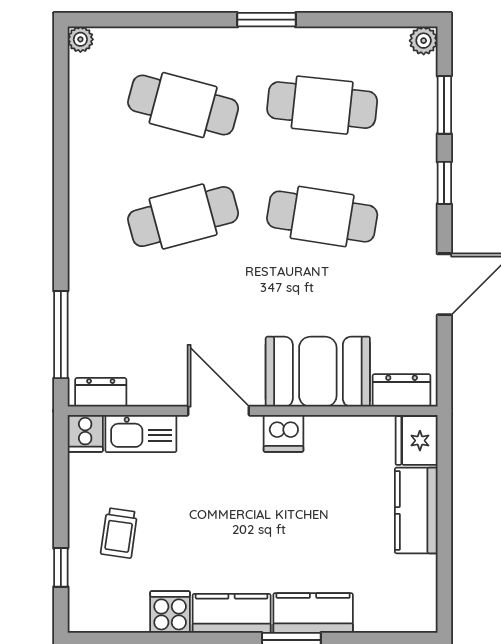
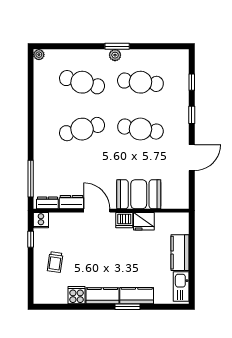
plant: (424, 41) -> (115, 55), moved
window: (444, 105) -> (192, 82), width x0.67
dresser: (402, 390) -> (71, 202), moved
kitchen sink: (141, 433) -> (181, 287), moved, turned 90
fridge: (417, 441) -> (144, 221), moved, turned -90
window: (61, 567) -> (31, 239), moved

